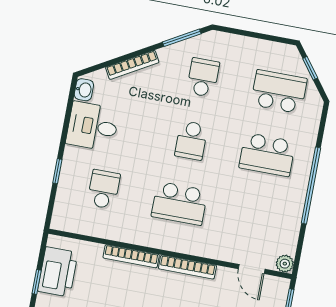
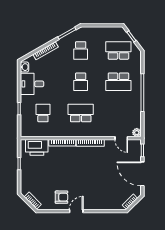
school desk: (203, 77) -> (81, 50), turned 180
school desk: (179, 203) -> (81, 113), turned 180
printer: (58, 272) -> (37, 147), moved, turned 90

